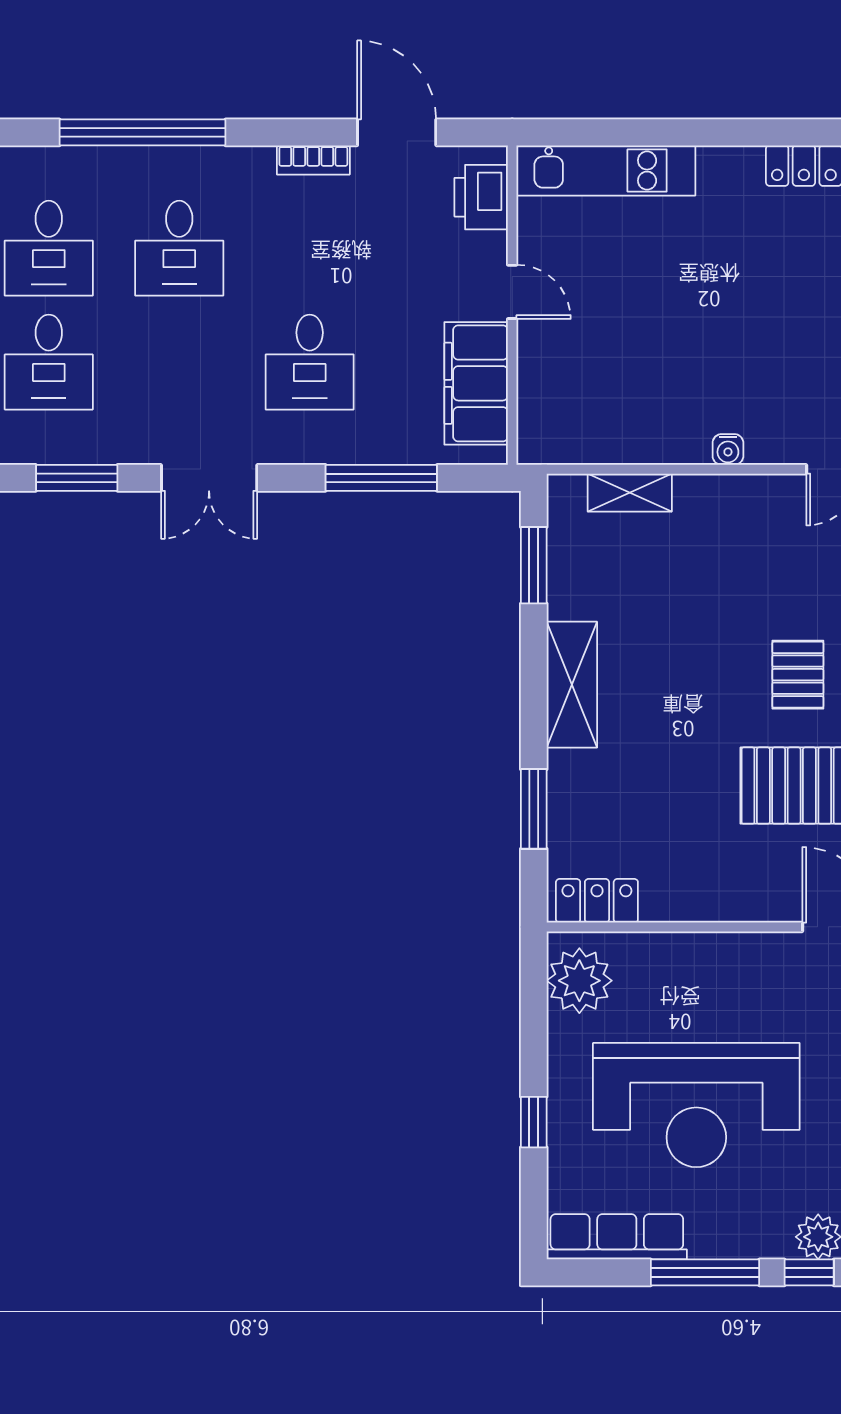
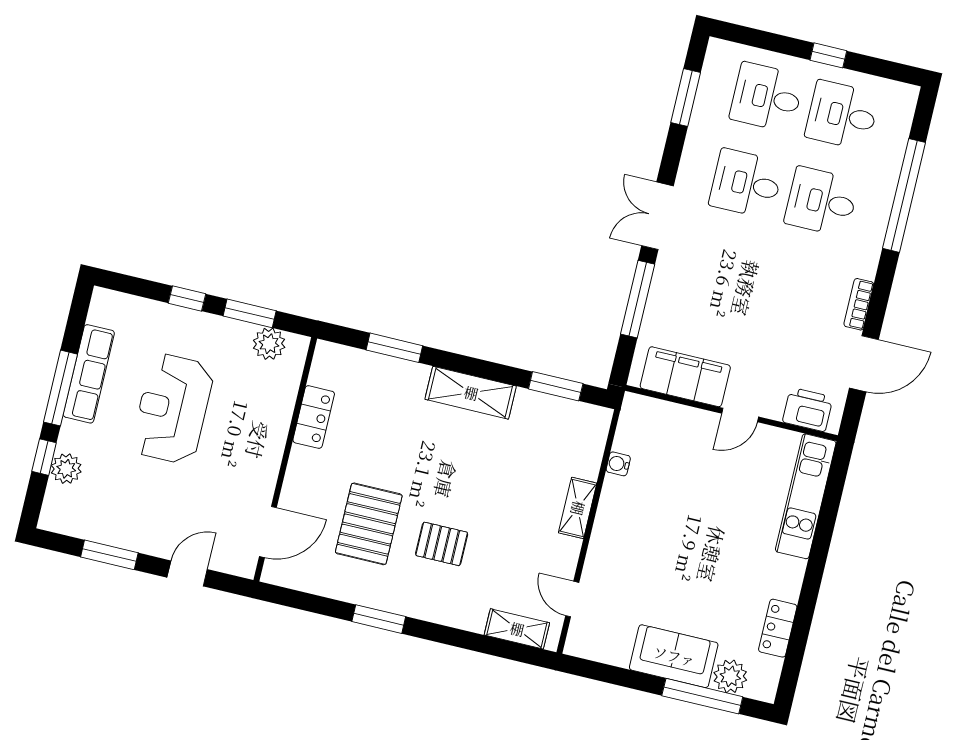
desk: (310, 362) -> (746, 184), moved
water cooler: (728, 449) -> (618, 464), moved
double door: (209, 478) -> (657, 216), moved
shelving: (630, 493) -> (578, 508), moved
locker: (597, 901) -> (314, 417), moved
plant: (579, 981) -> (269, 344), width x0.73, depth x0.73
window: (534, 1027) -> (250, 313), added
reception desk: (696, 1105) -> (173, 409), width x0.74, depth x0.77
row of seats: (617, 1237) -> (89, 374), moved

